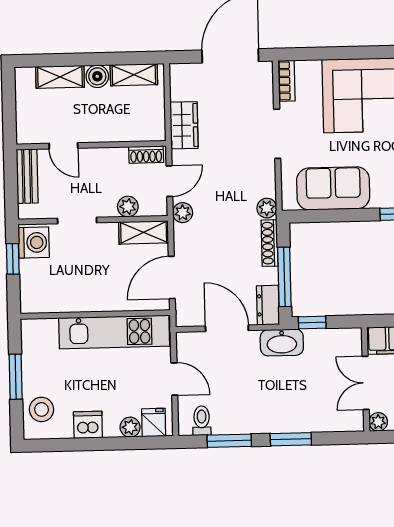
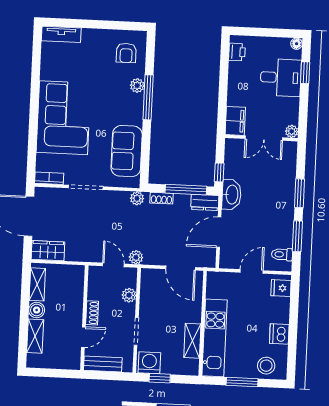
wardrobe: (184, 125) -> (48, 251), moved
shoe rack: (146, 155) -> (92, 313), moved
shelving: (144, 232) -> (192, 341), moved
shoe rack: (270, 243) -> (162, 198), width x0.70
kitchen unit: (114, 332) -> (215, 338), moved
plant: (130, 427) -> (283, 305), removed

